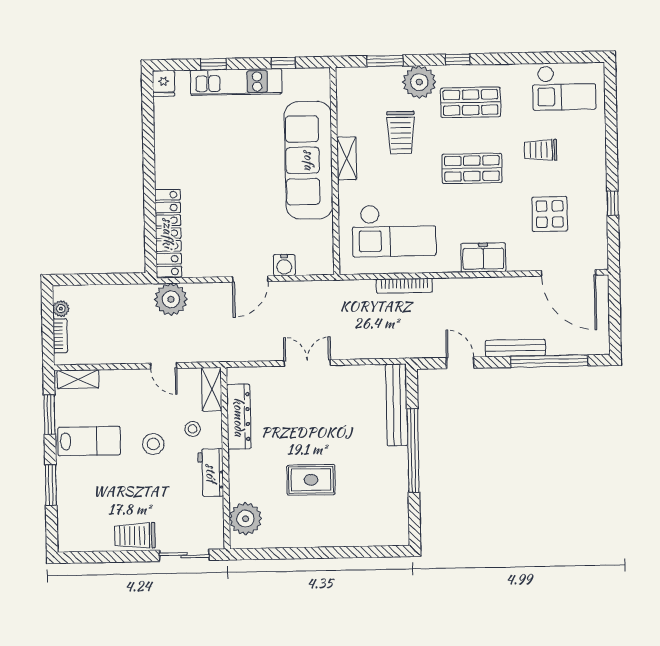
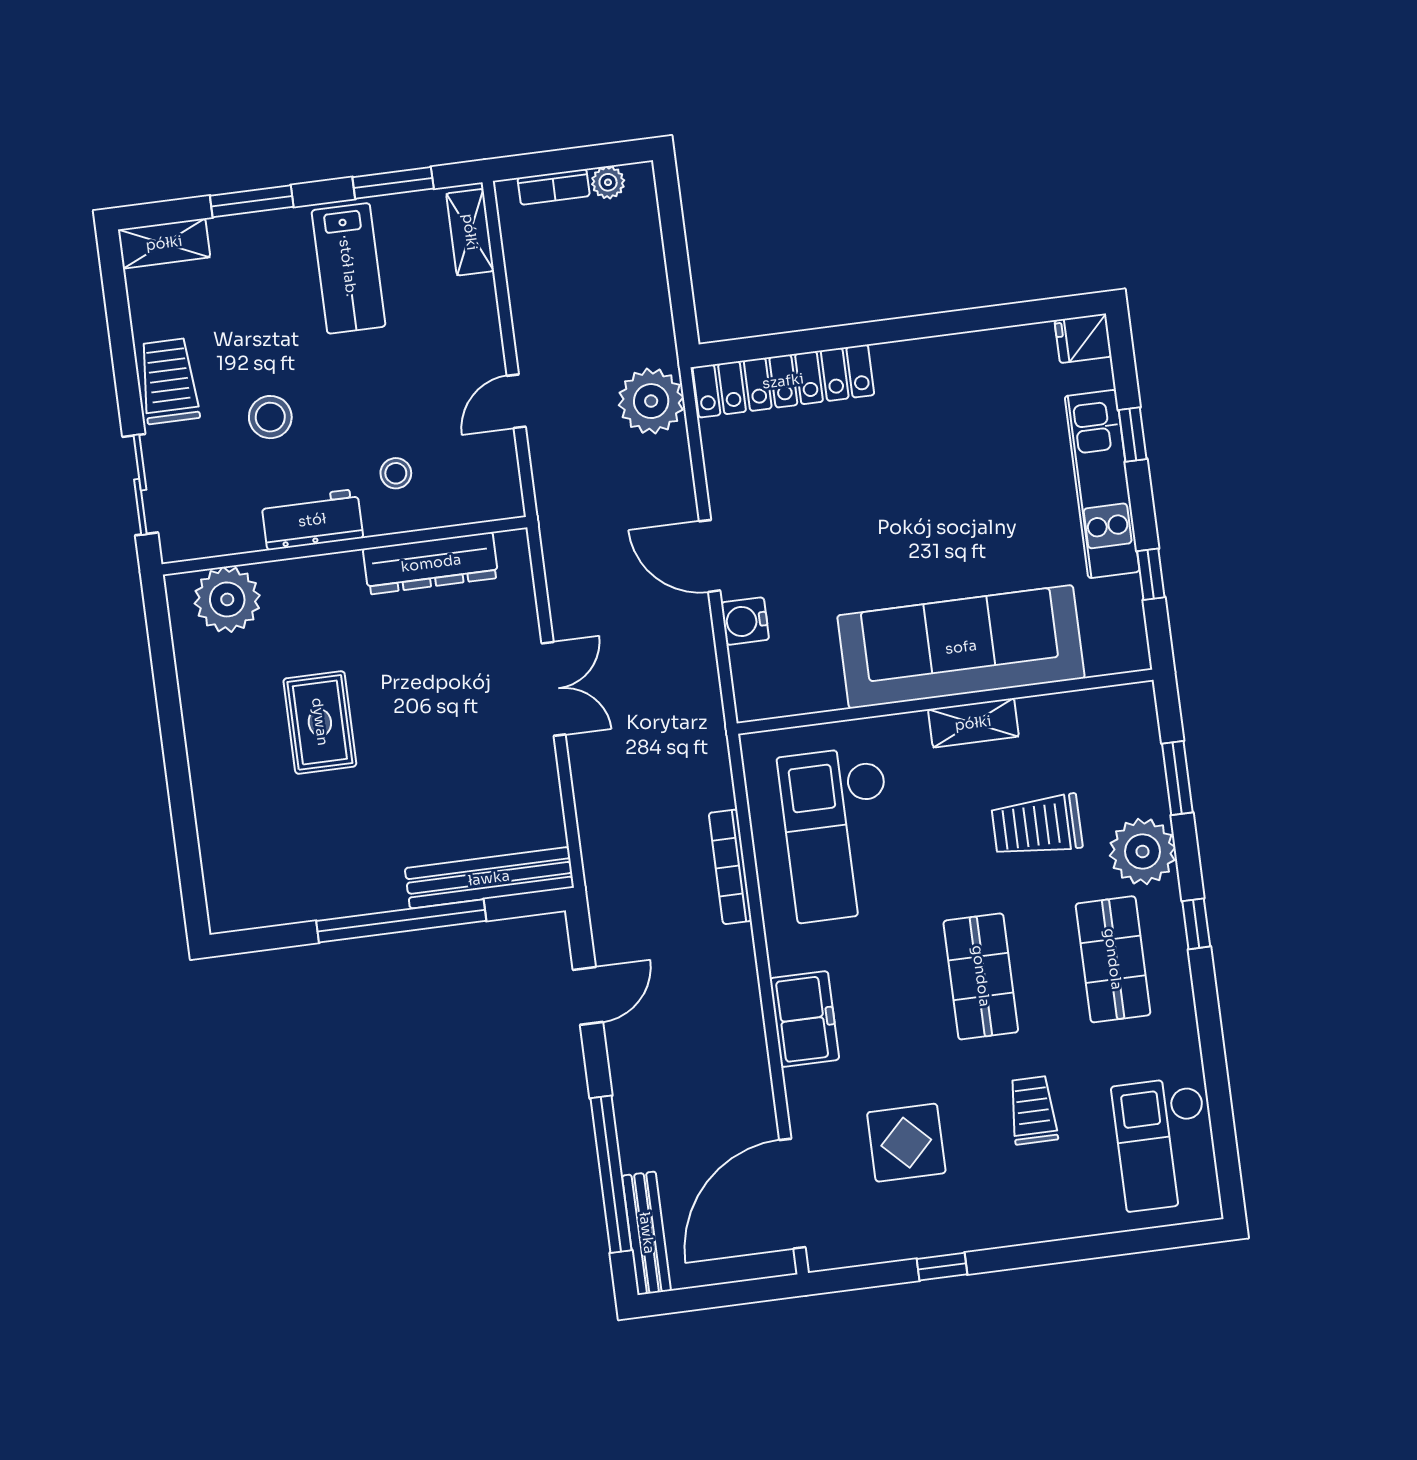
bench: (515, 348) -> (647, 1233), moved
shelving: (212, 389) -> (164, 243), moved
stool: (153, 444) -> (270, 417), moved

